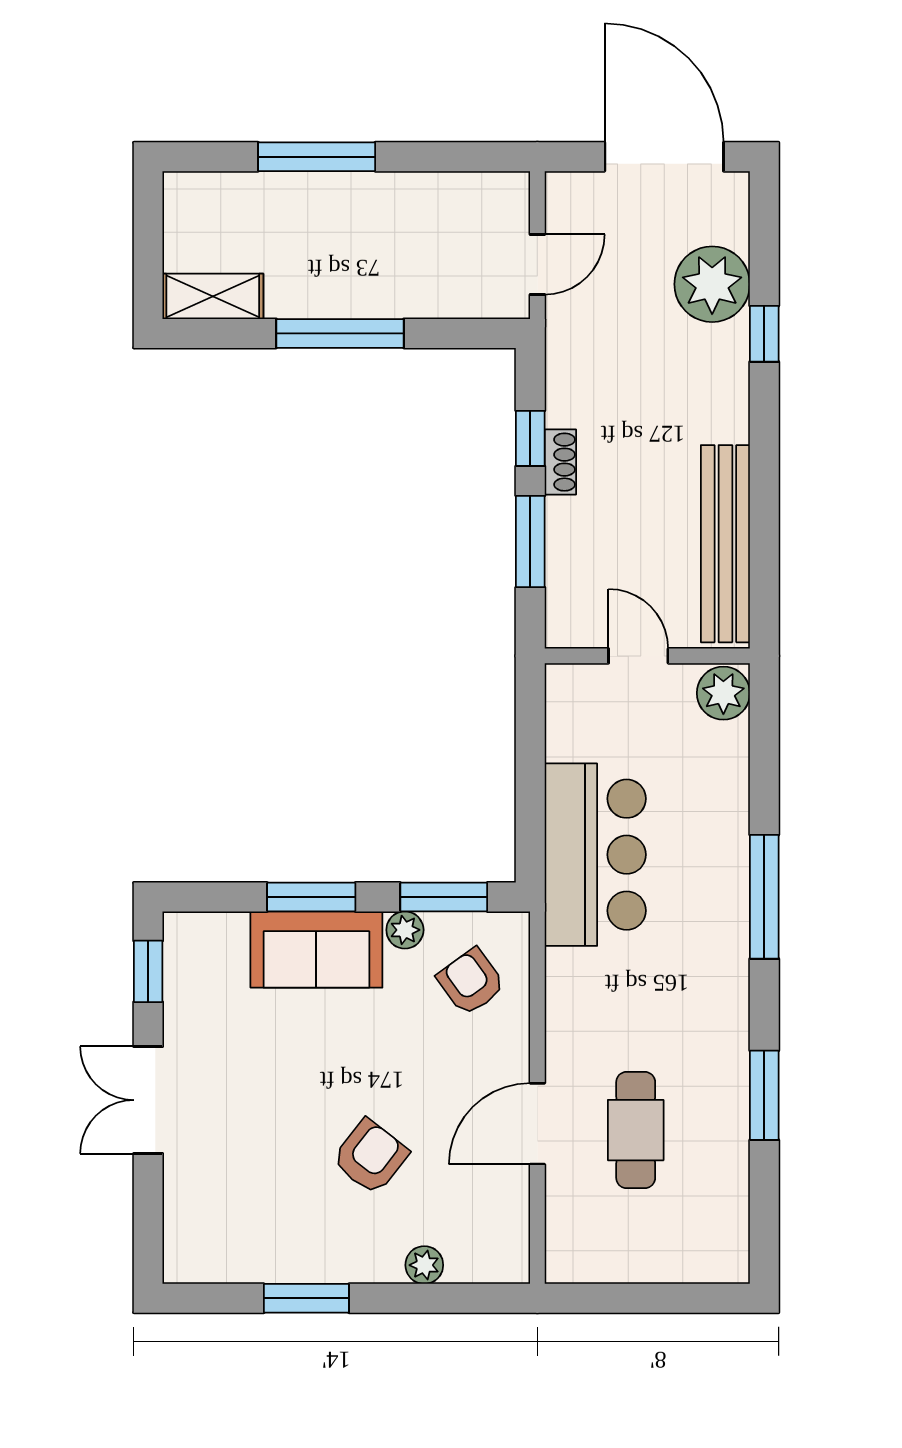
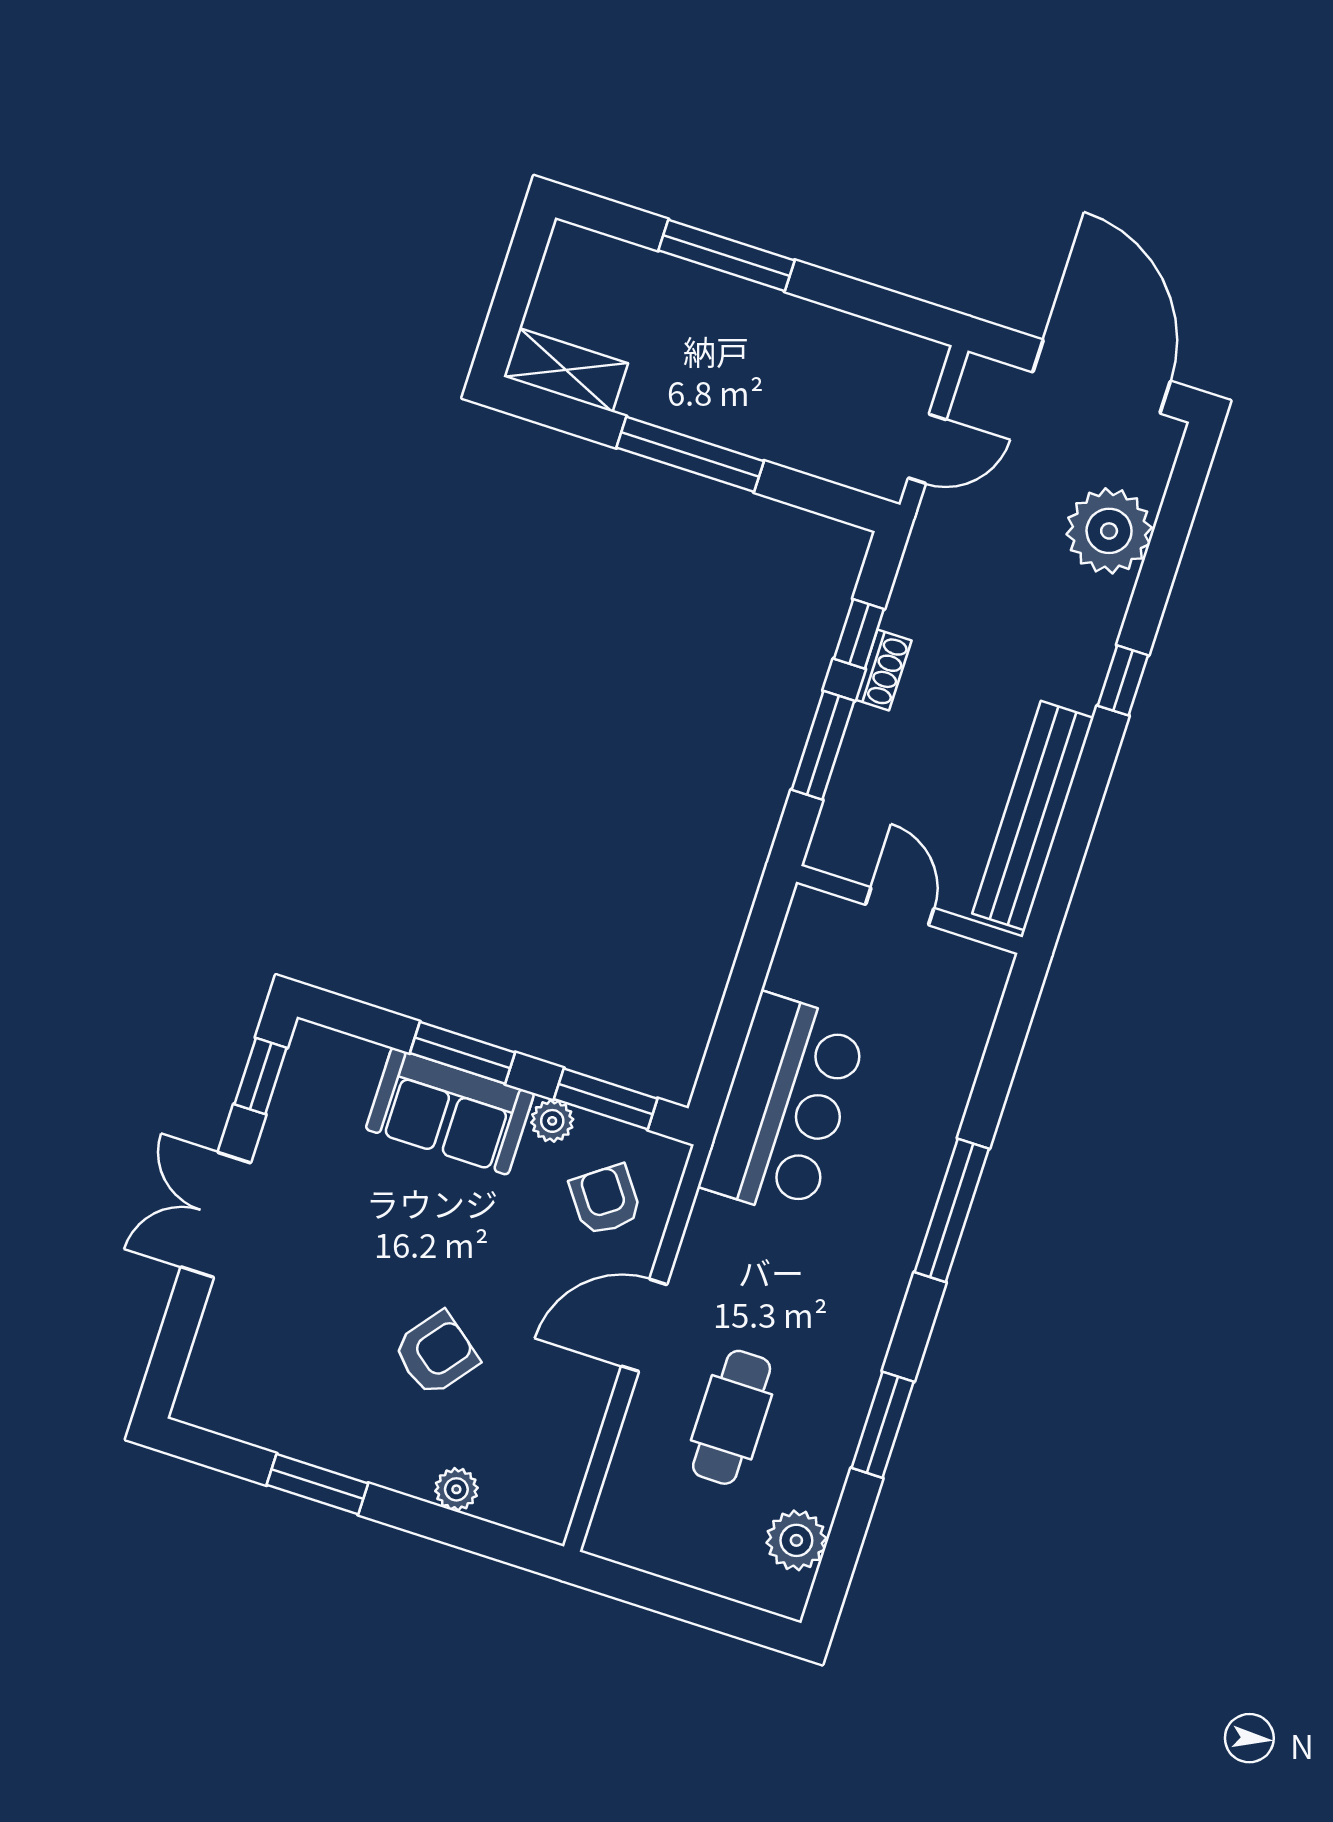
window: (764, 334) -> (1123, 680), moved
plant: (723, 693) -> (796, 1540), moved
door: (537, 1124) -> (644, 1325), moved

